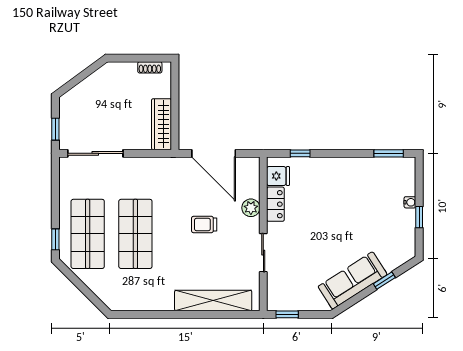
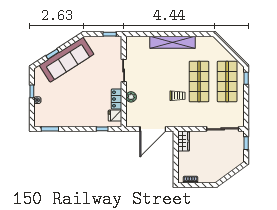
wardrobe: (162, 124) -> (184, 141), width x0.67
door: (214, 153) -> (153, 129), swing flipped
trolley: (204, 225) -> (177, 96), moved
sofa: (353, 280) -> (67, 60), width x1.36, depth x1.27
shelving: (213, 300) -> (173, 42), moved

